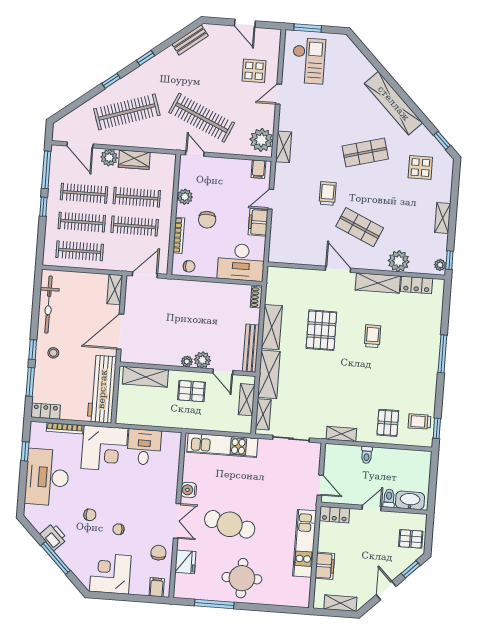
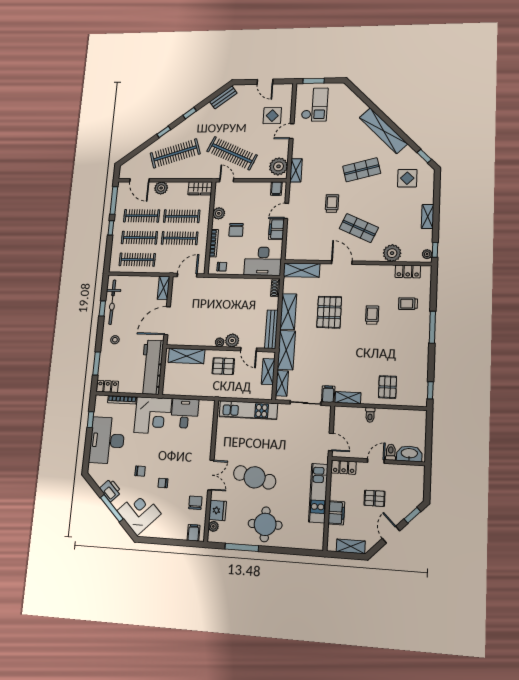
wardrobe: (134, 160) -> (200, 188), moved
shelving: (378, 283) -> (302, 270), moved
window: (33, 350) -> (102, 308), moved
trolley: (419, 422) -> (408, 304), moved
filing cabinet: (318, 429) -> (328, 394), added
water cooler: (189, 490) -> (221, 448), removed
pallet: (411, 539) -> (375, 498), moved
corner desk: (110, 574) -> (139, 512), moved, turned 45
plant: (180, 580) -> (213, 526), added

